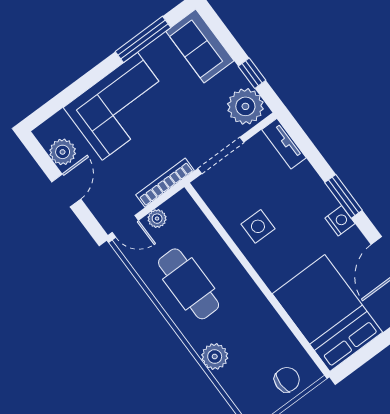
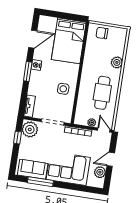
sofa: (200, 46) -> (33, 169), moved, turned -90

